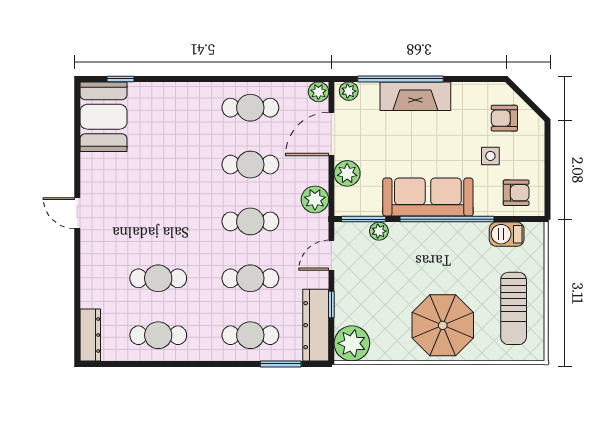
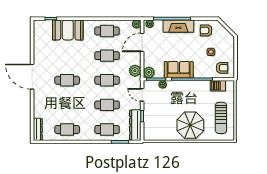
booth: (104, 117) -> (68, 30), moved, turned 90
armchair: (504, 118) -> (206, 30), moved
plant: (347, 173) -> (149, 72), moved
sofa: (428, 197) -> (179, 70), width x0.73
door: (77, 213) -> (32, 77), width x1.88
door: (331, 255) -> (142, 95), hinge flipped
cafe table: (158, 278) -> (67, 80), moved
plant: (352, 343) -> (151, 133), removed

